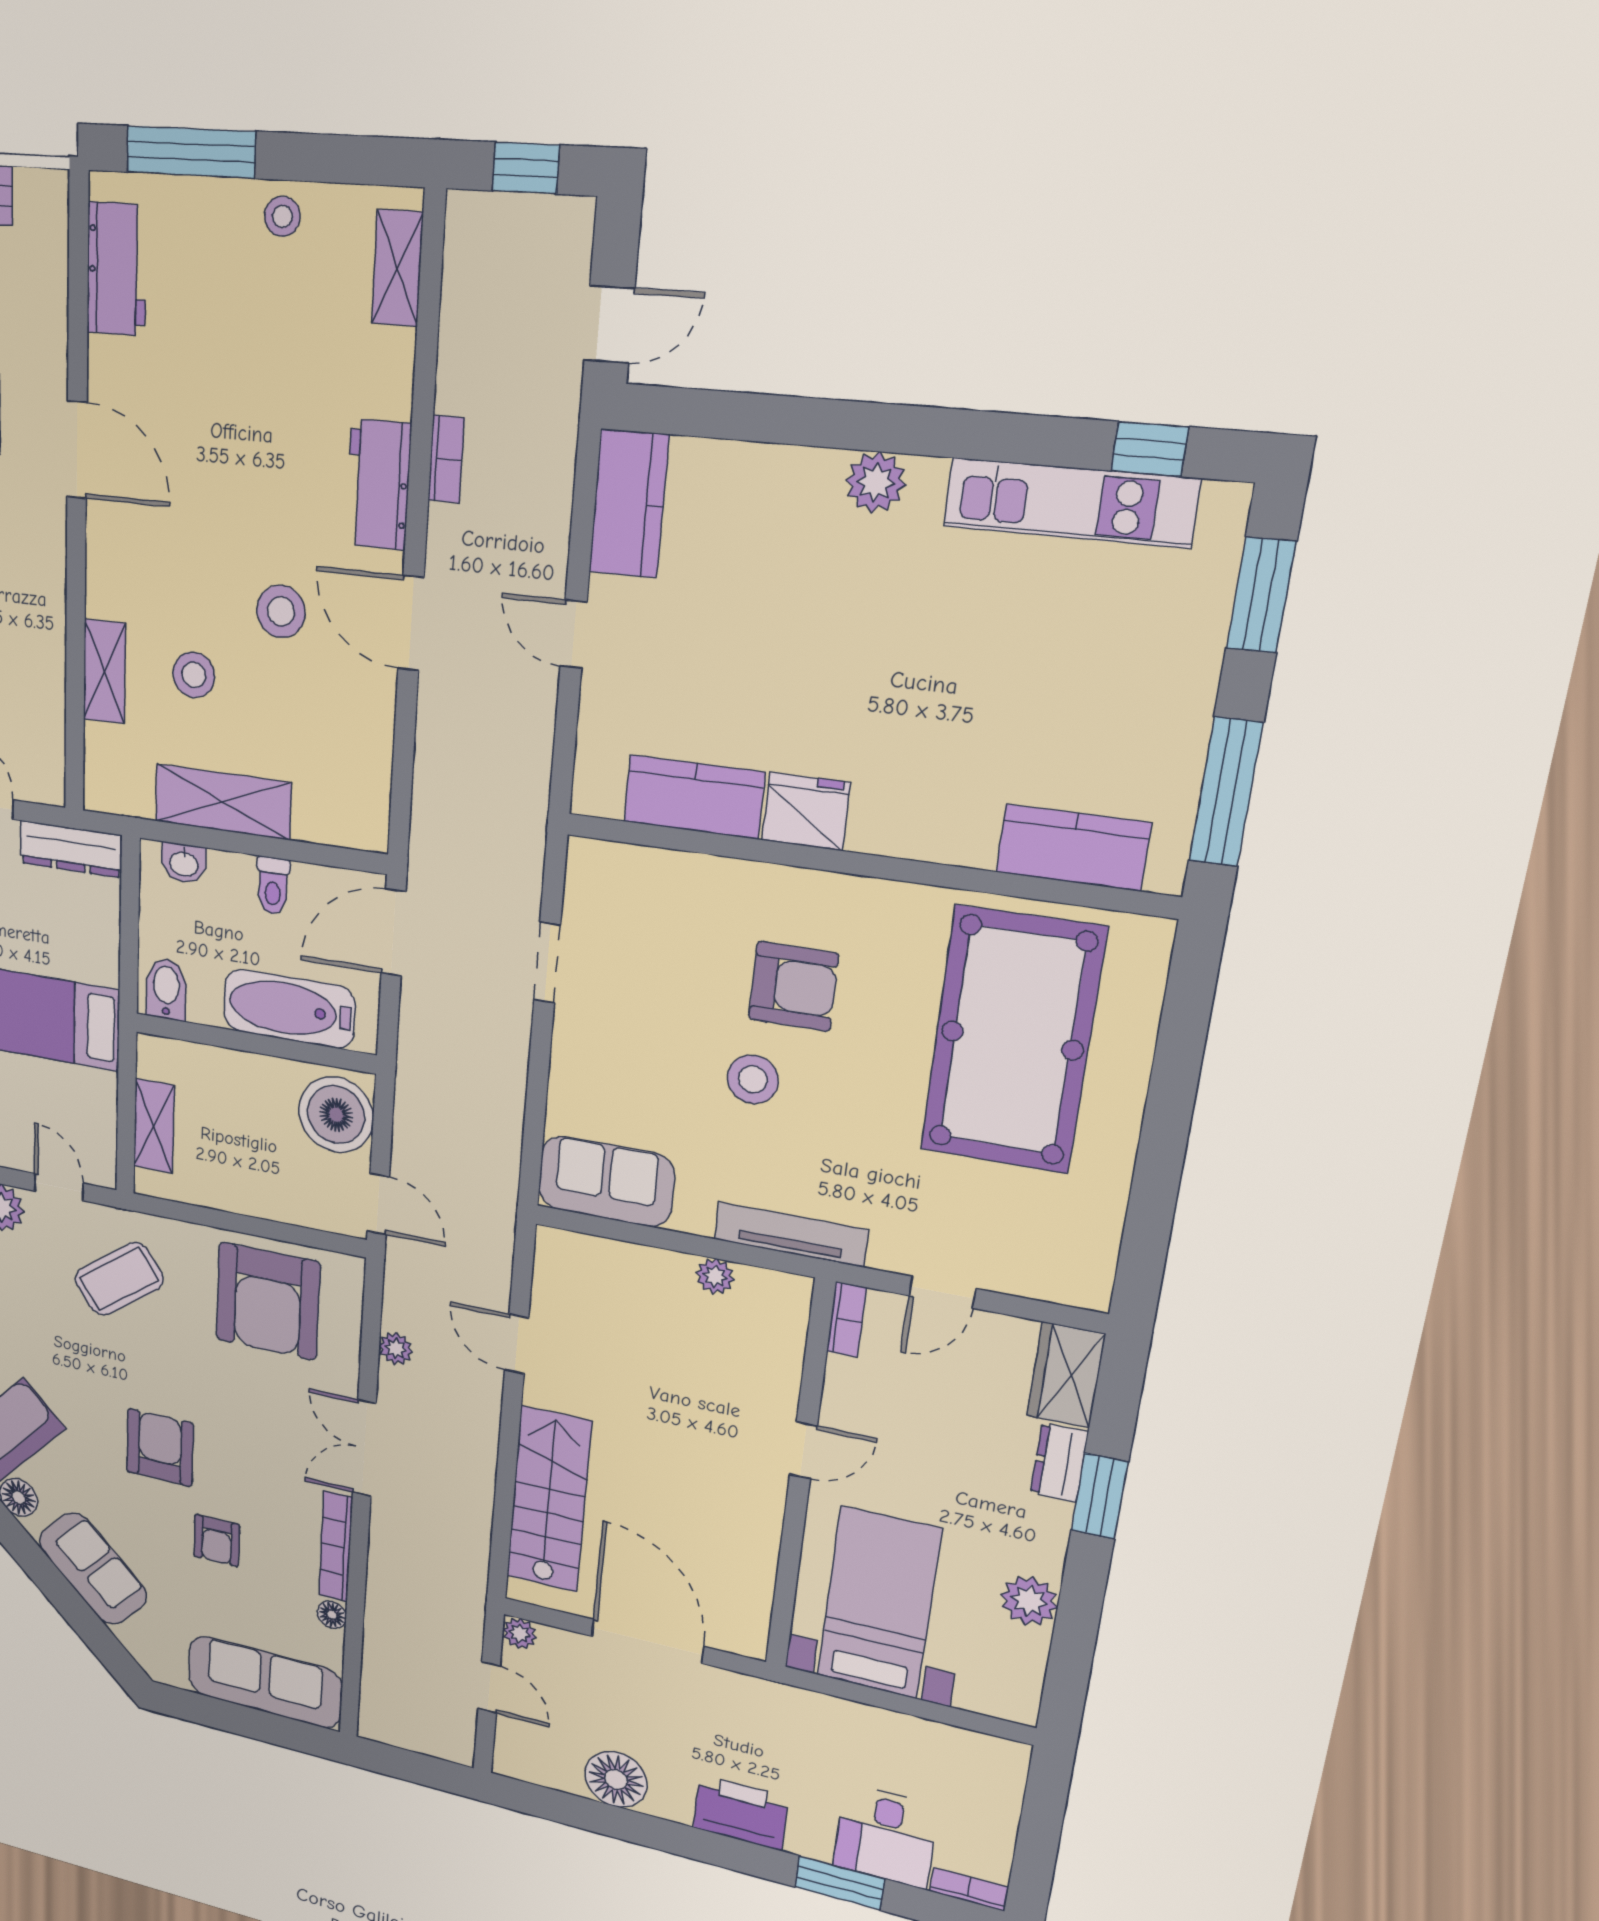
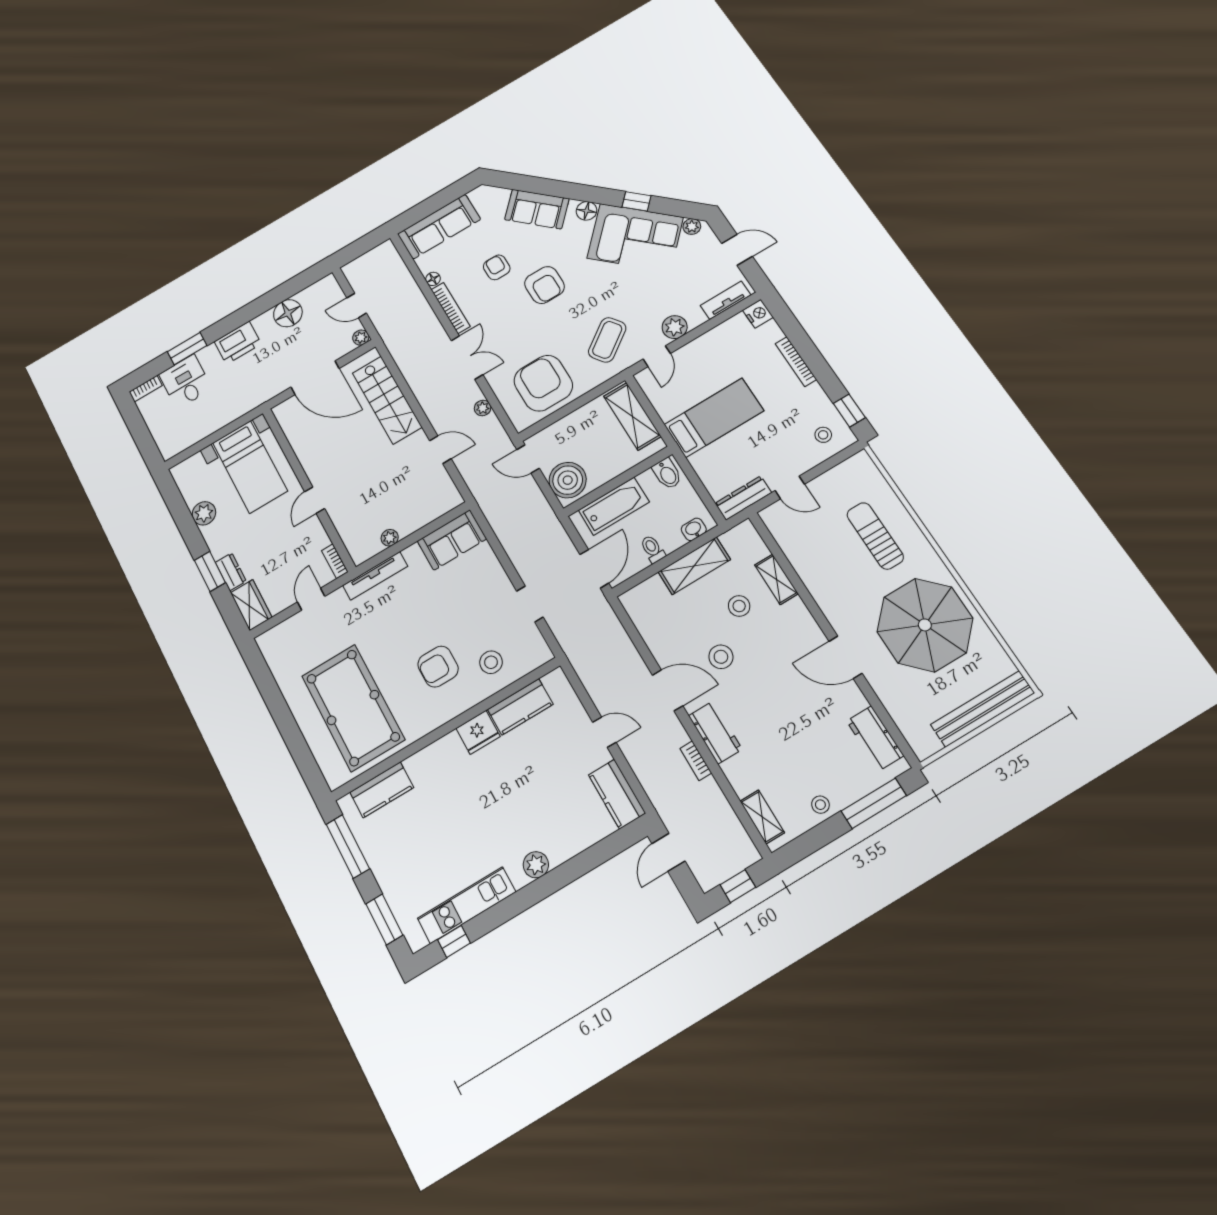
stool: (753, 1079) -> (491, 662), moved
shelving: (154, 1126) -> (632, 416), width x1.50, depth x1.33
door: (59, 1187) -> (657, 356), hinge flipped

